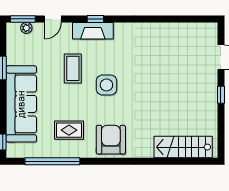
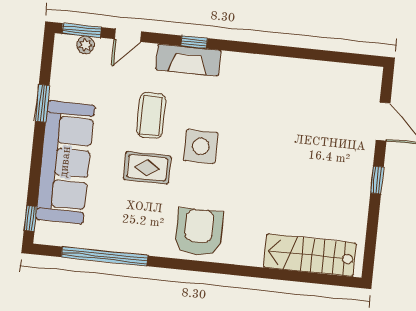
rug: (69, 130) -> (147, 168), moved

